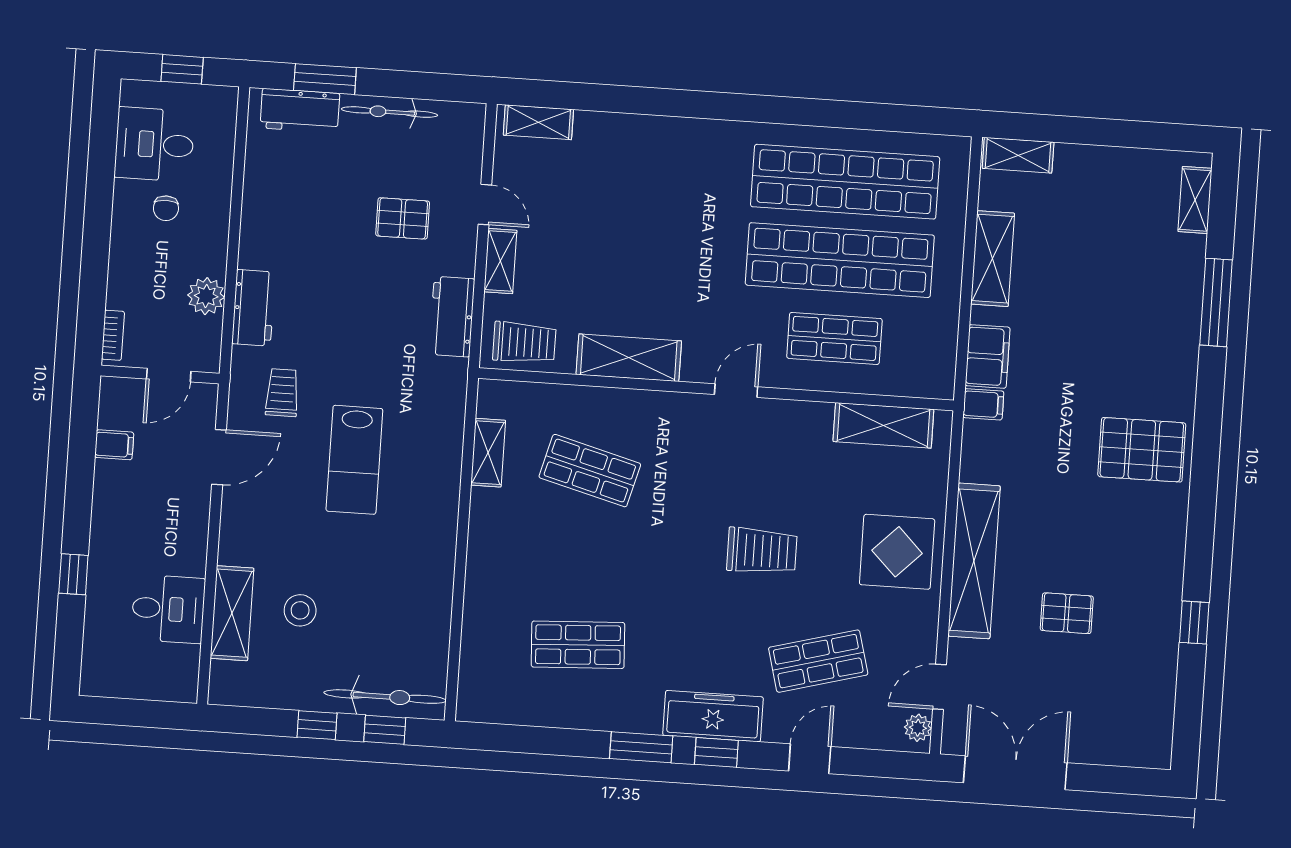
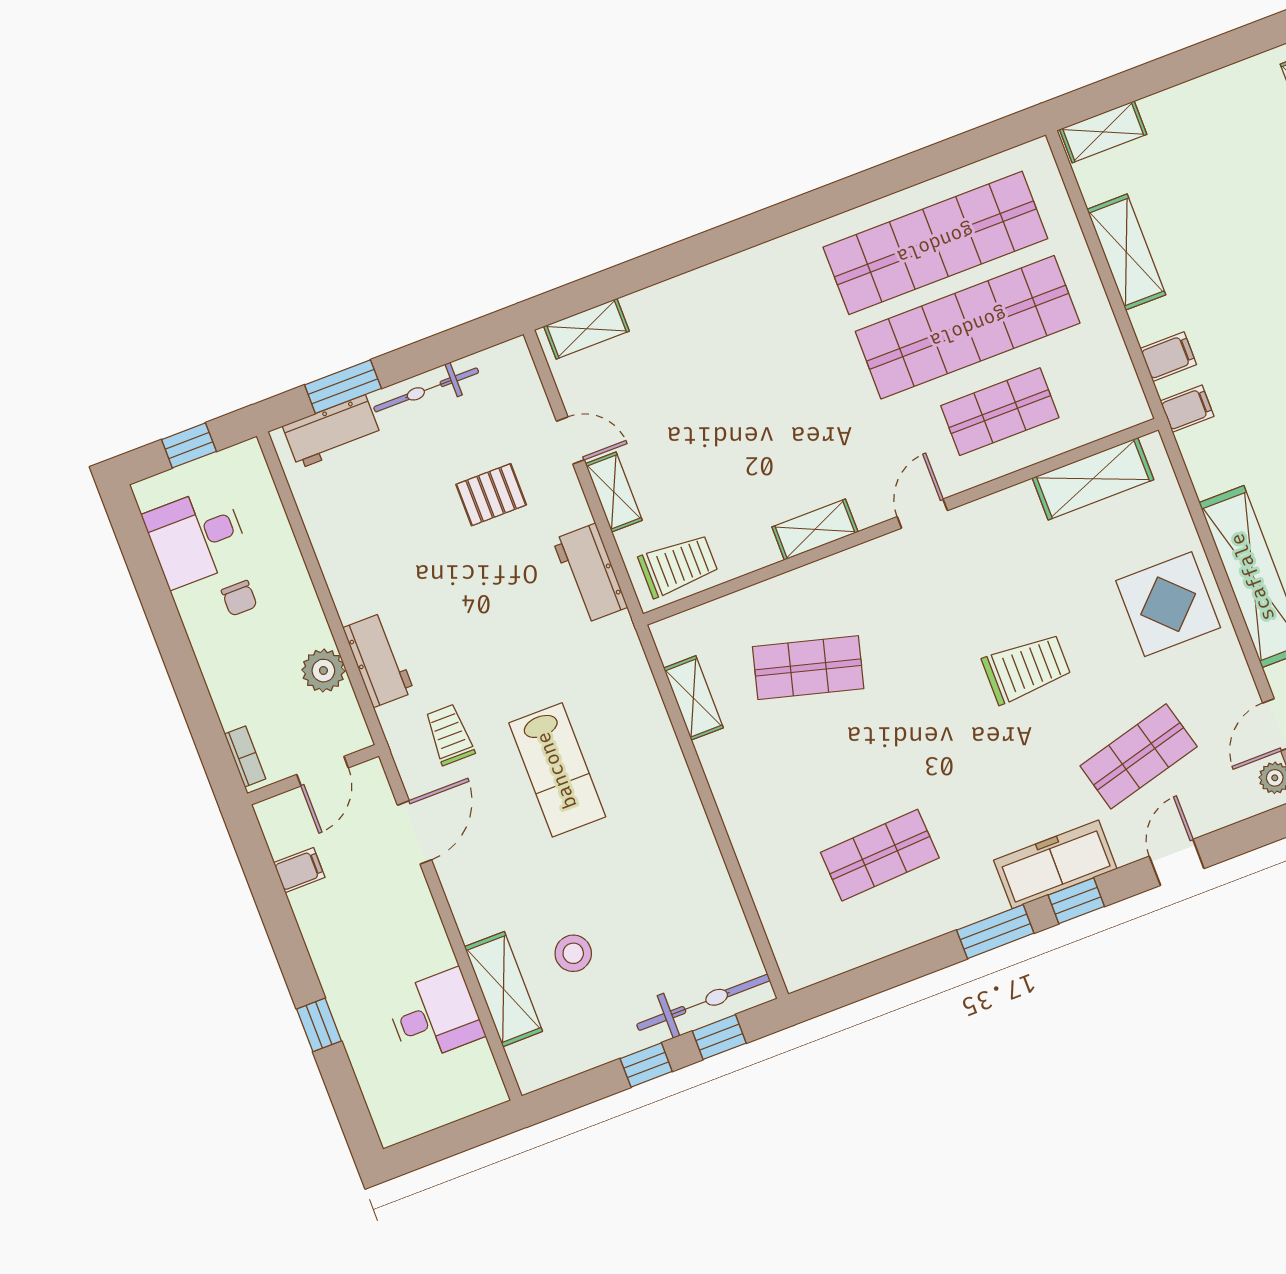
filing cabinet: (988, 356) -> (1168, 357), width x0.50
shelving: (629, 358) -> (815, 529), width x0.67, depth x0.75

